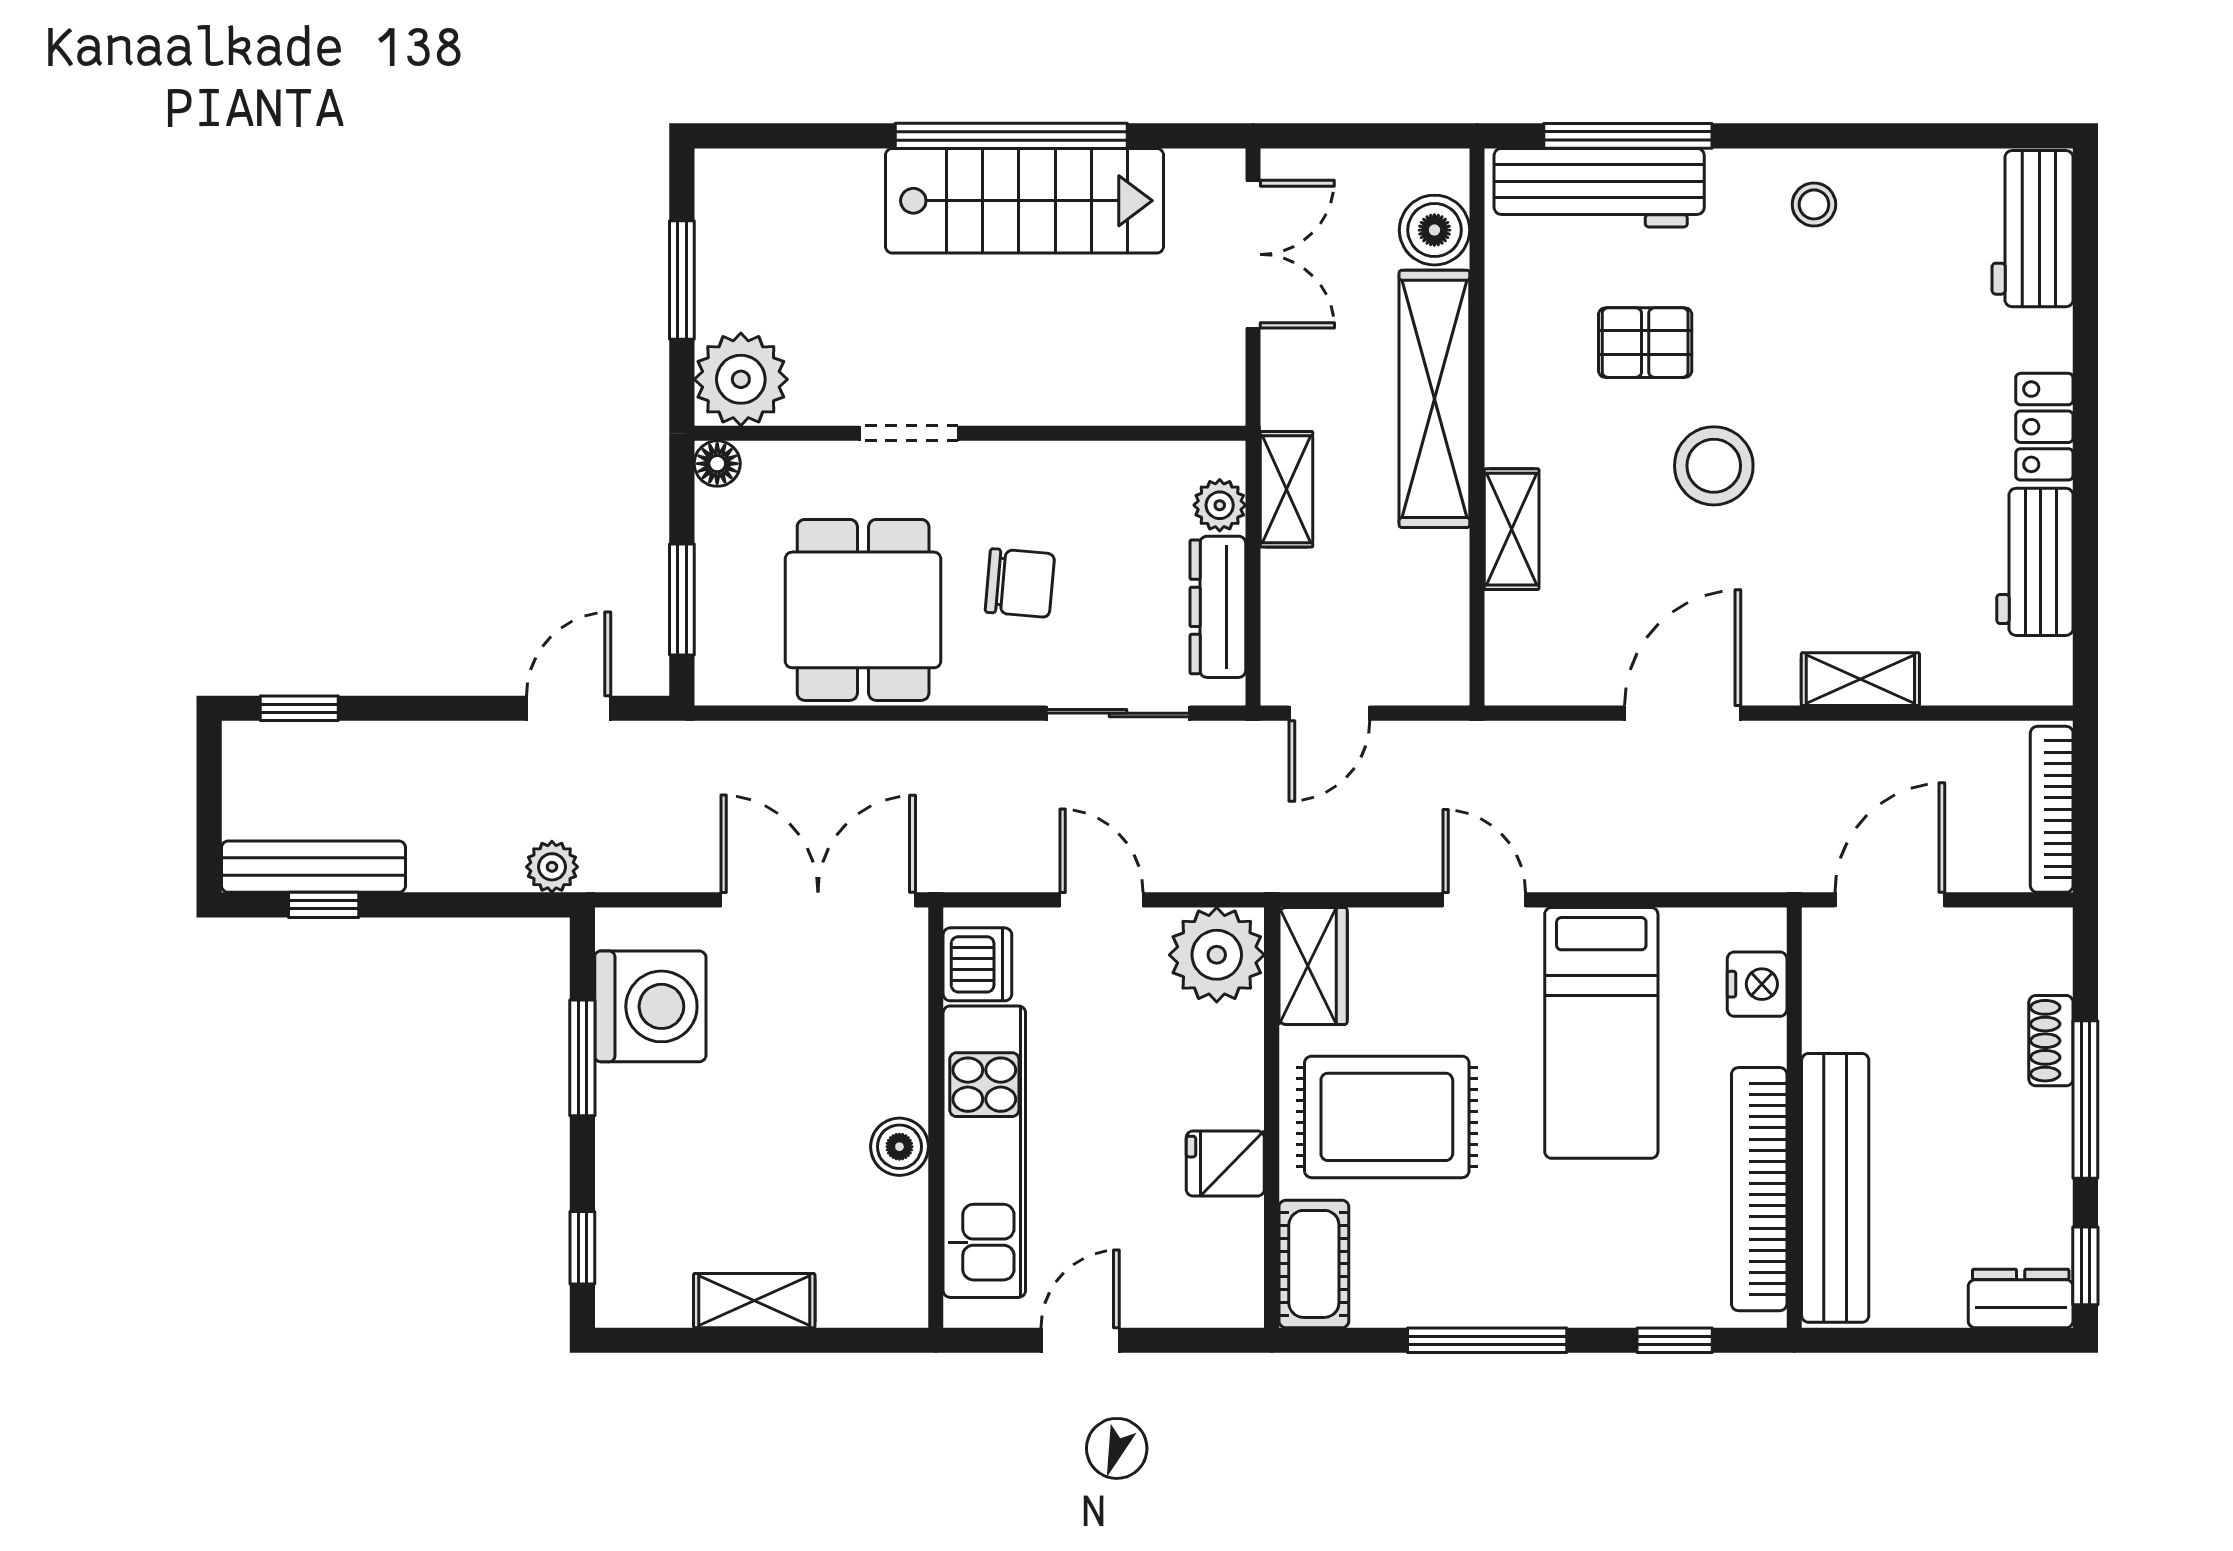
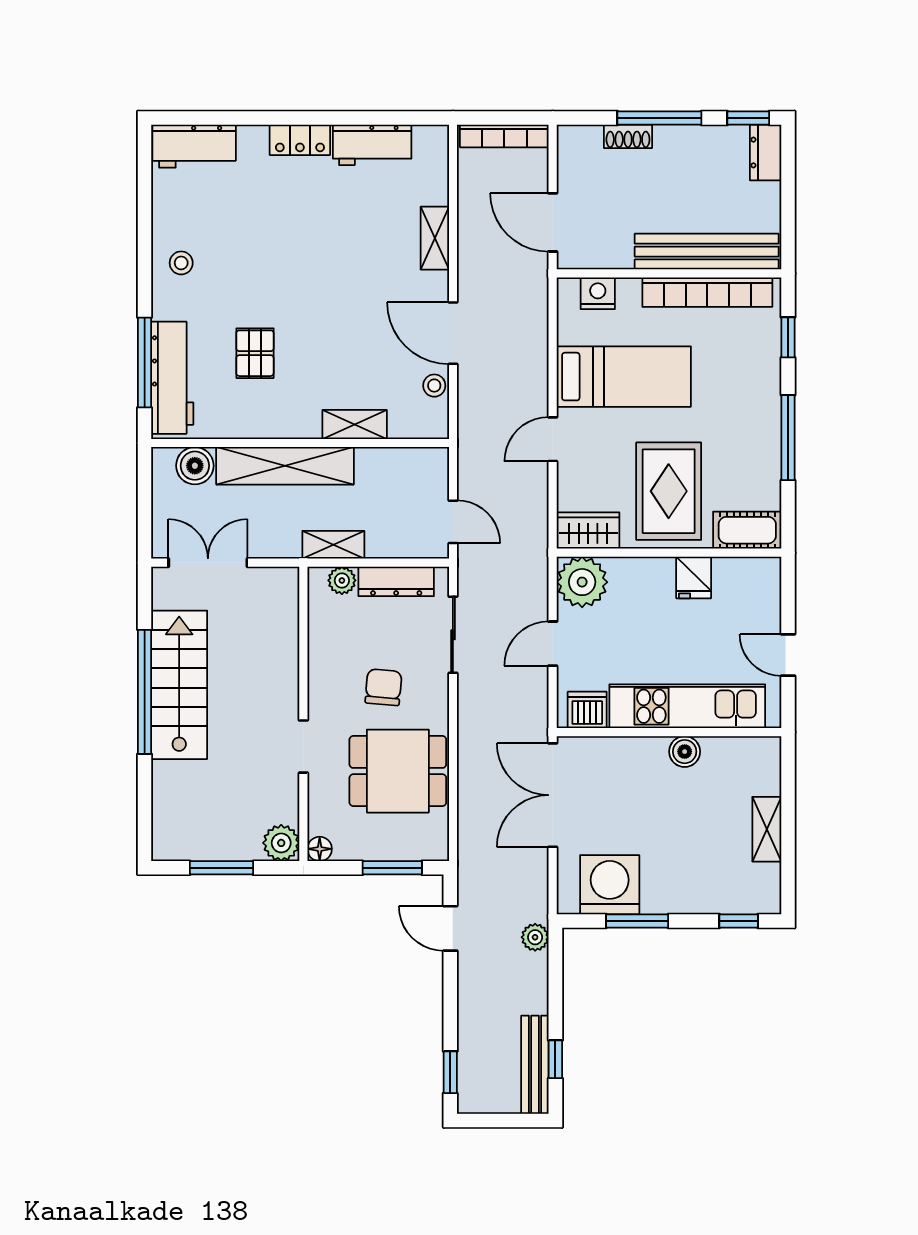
plant: (741, 379) -> (281, 843), width x0.73, depth x0.73
stool: (1714, 466) -> (434, 386), moved, width x0.53, depth x0.53

